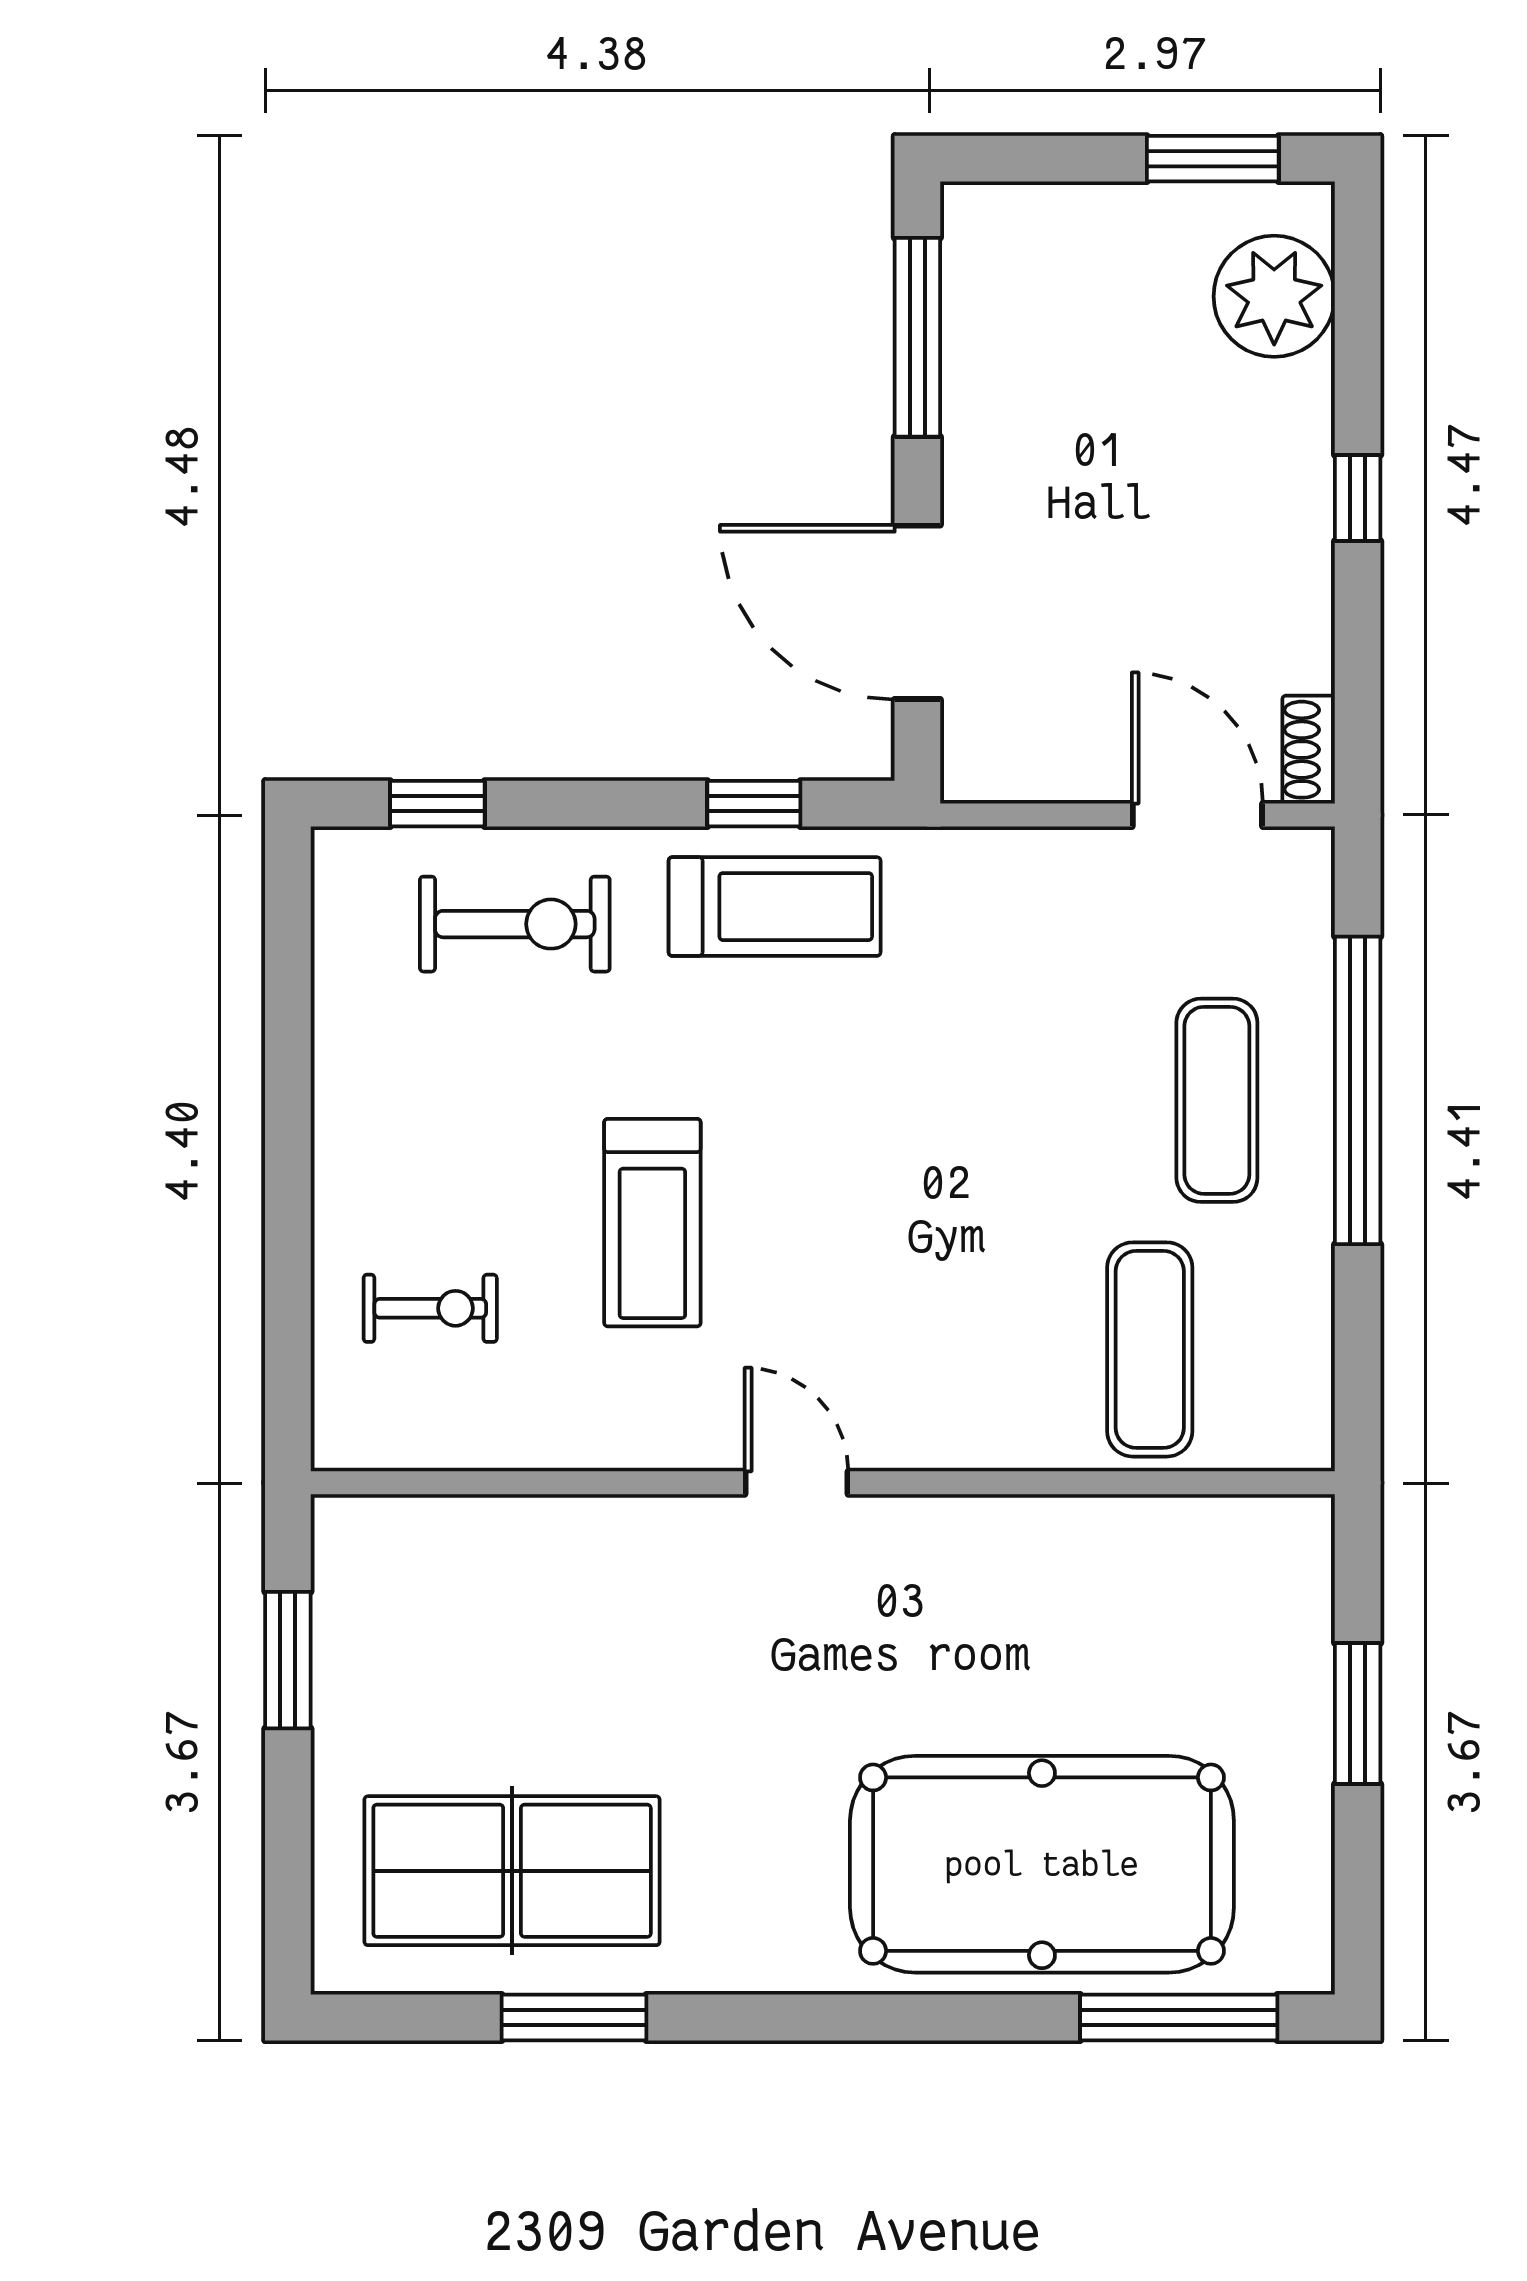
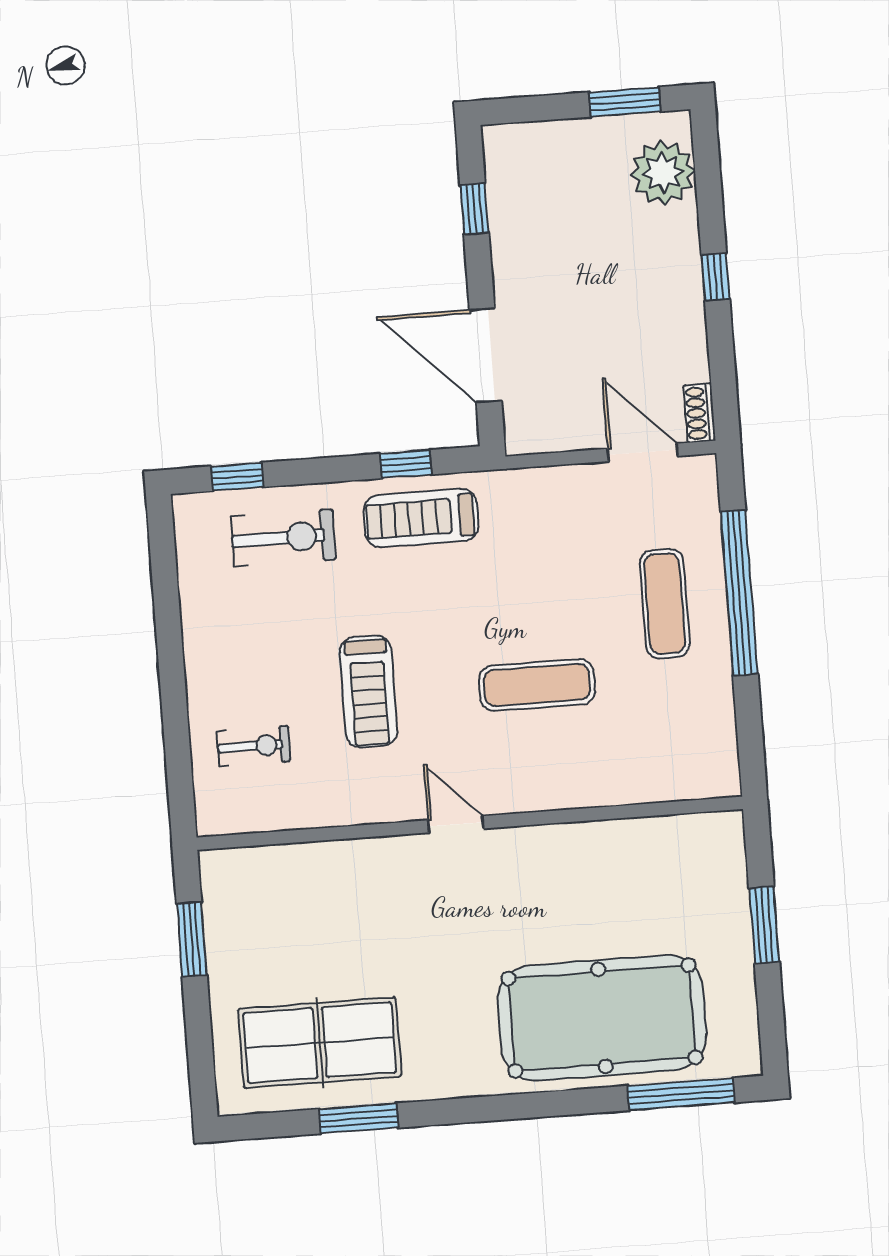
window: (917, 337) -> (474, 209), width x0.46
treadmill: (775, 907) -> (421, 518), turned 180
exercise mat: (1150, 1349) -> (537, 685), moved, turned 90

